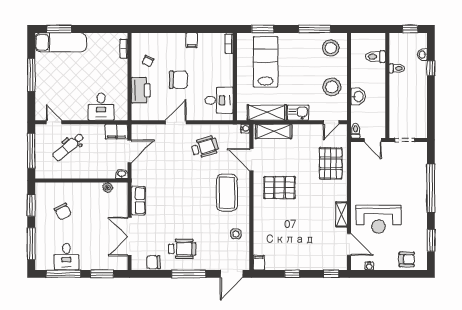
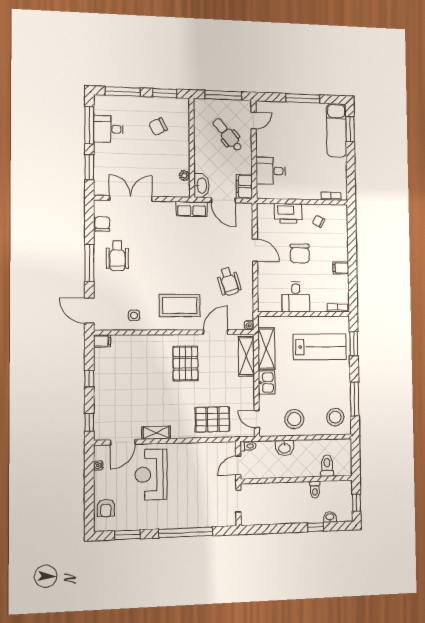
desk: (219, 100) -> (296, 297), moved
washbasin: (122, 174) -> (201, 186), width x1.91, depth x1.45
row of seats: (138, 201) -> (192, 209), moved

